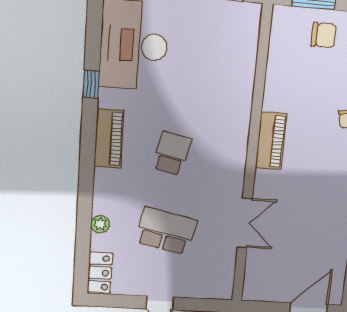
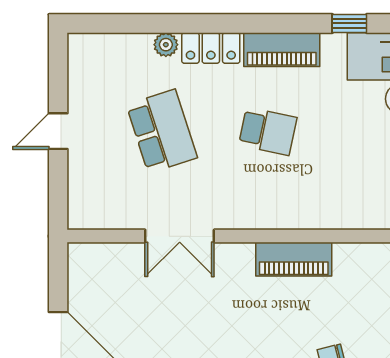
school desk: (166, 231) -> (162, 131), turned -30
locker: (100, 273) -> (211, 48), moved

